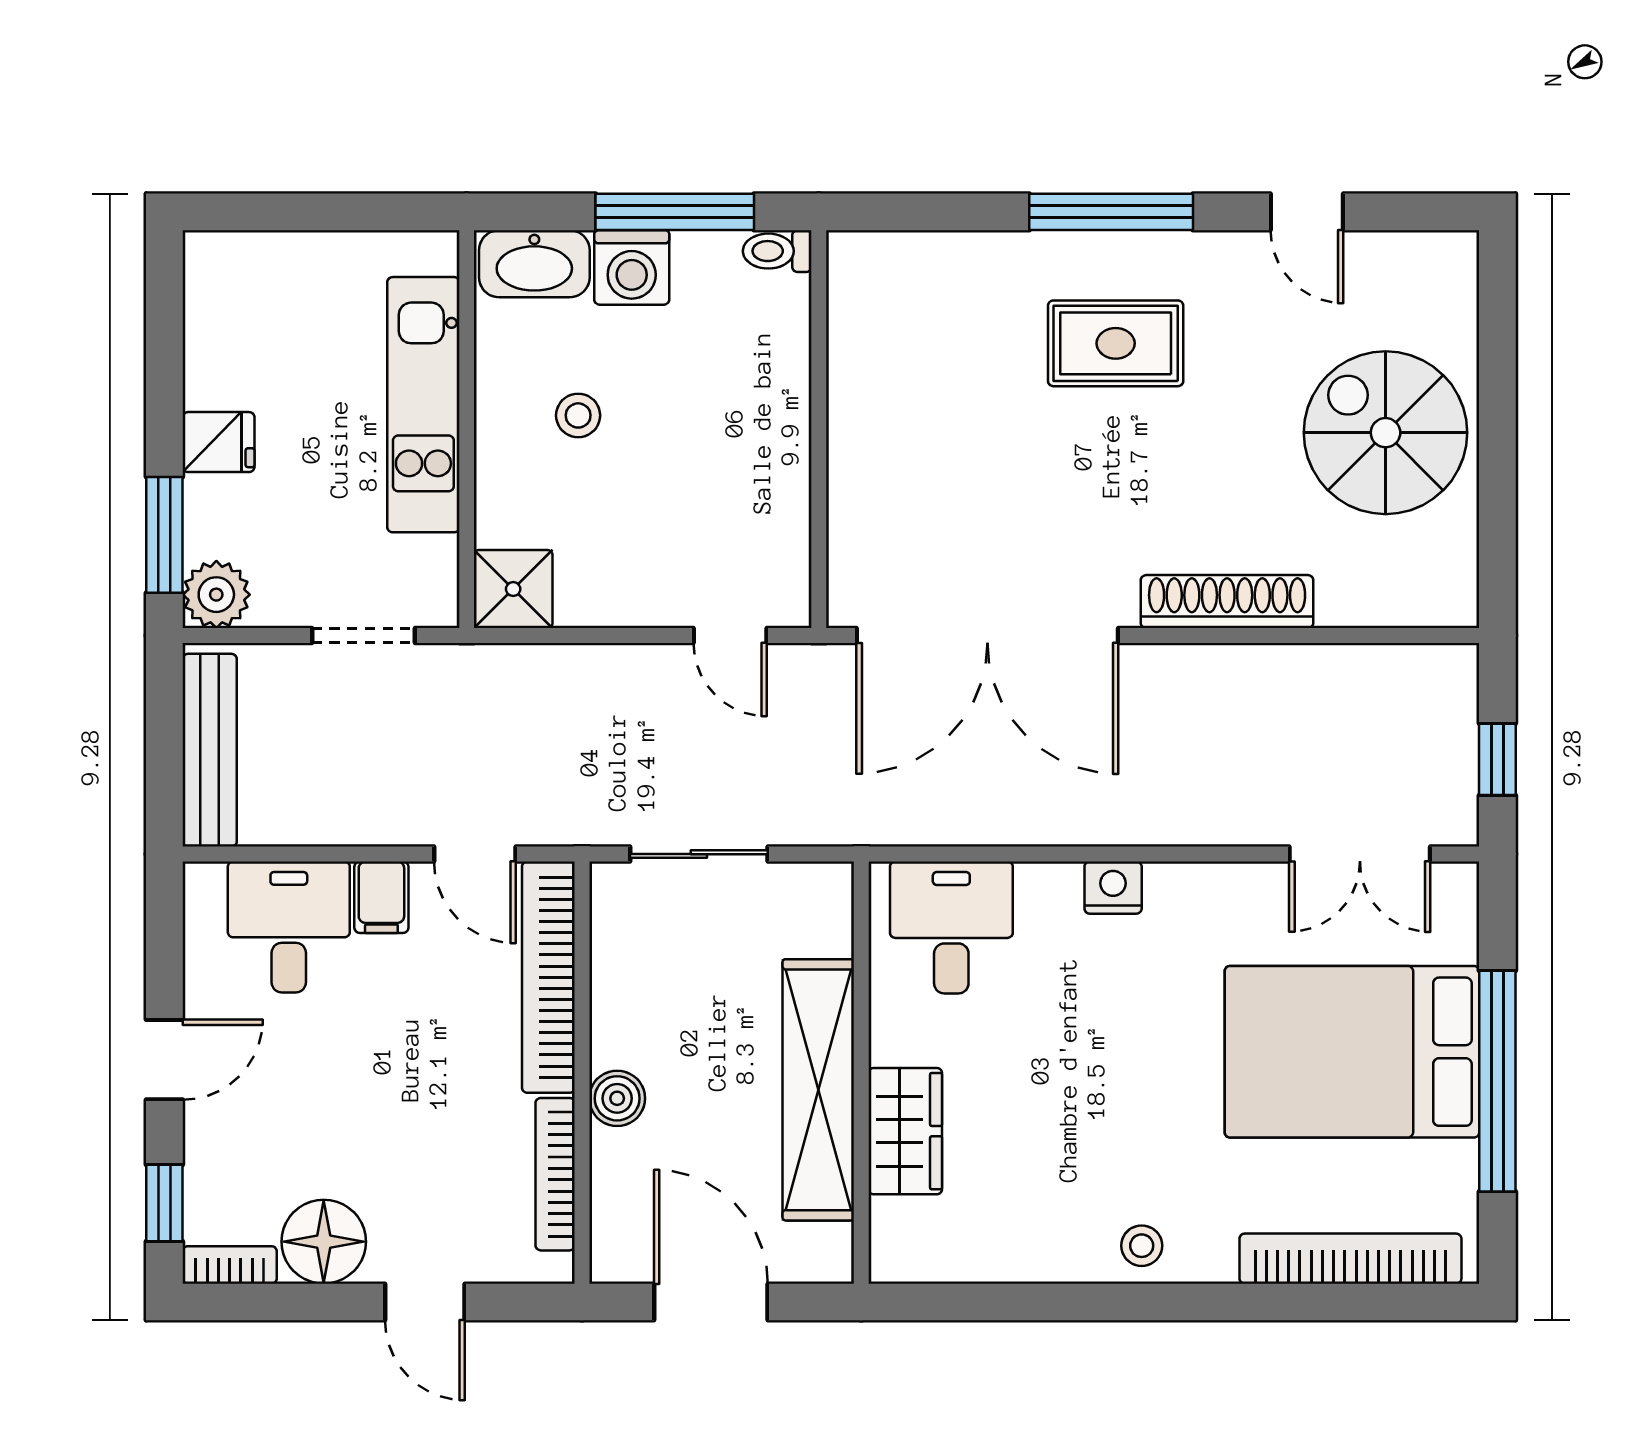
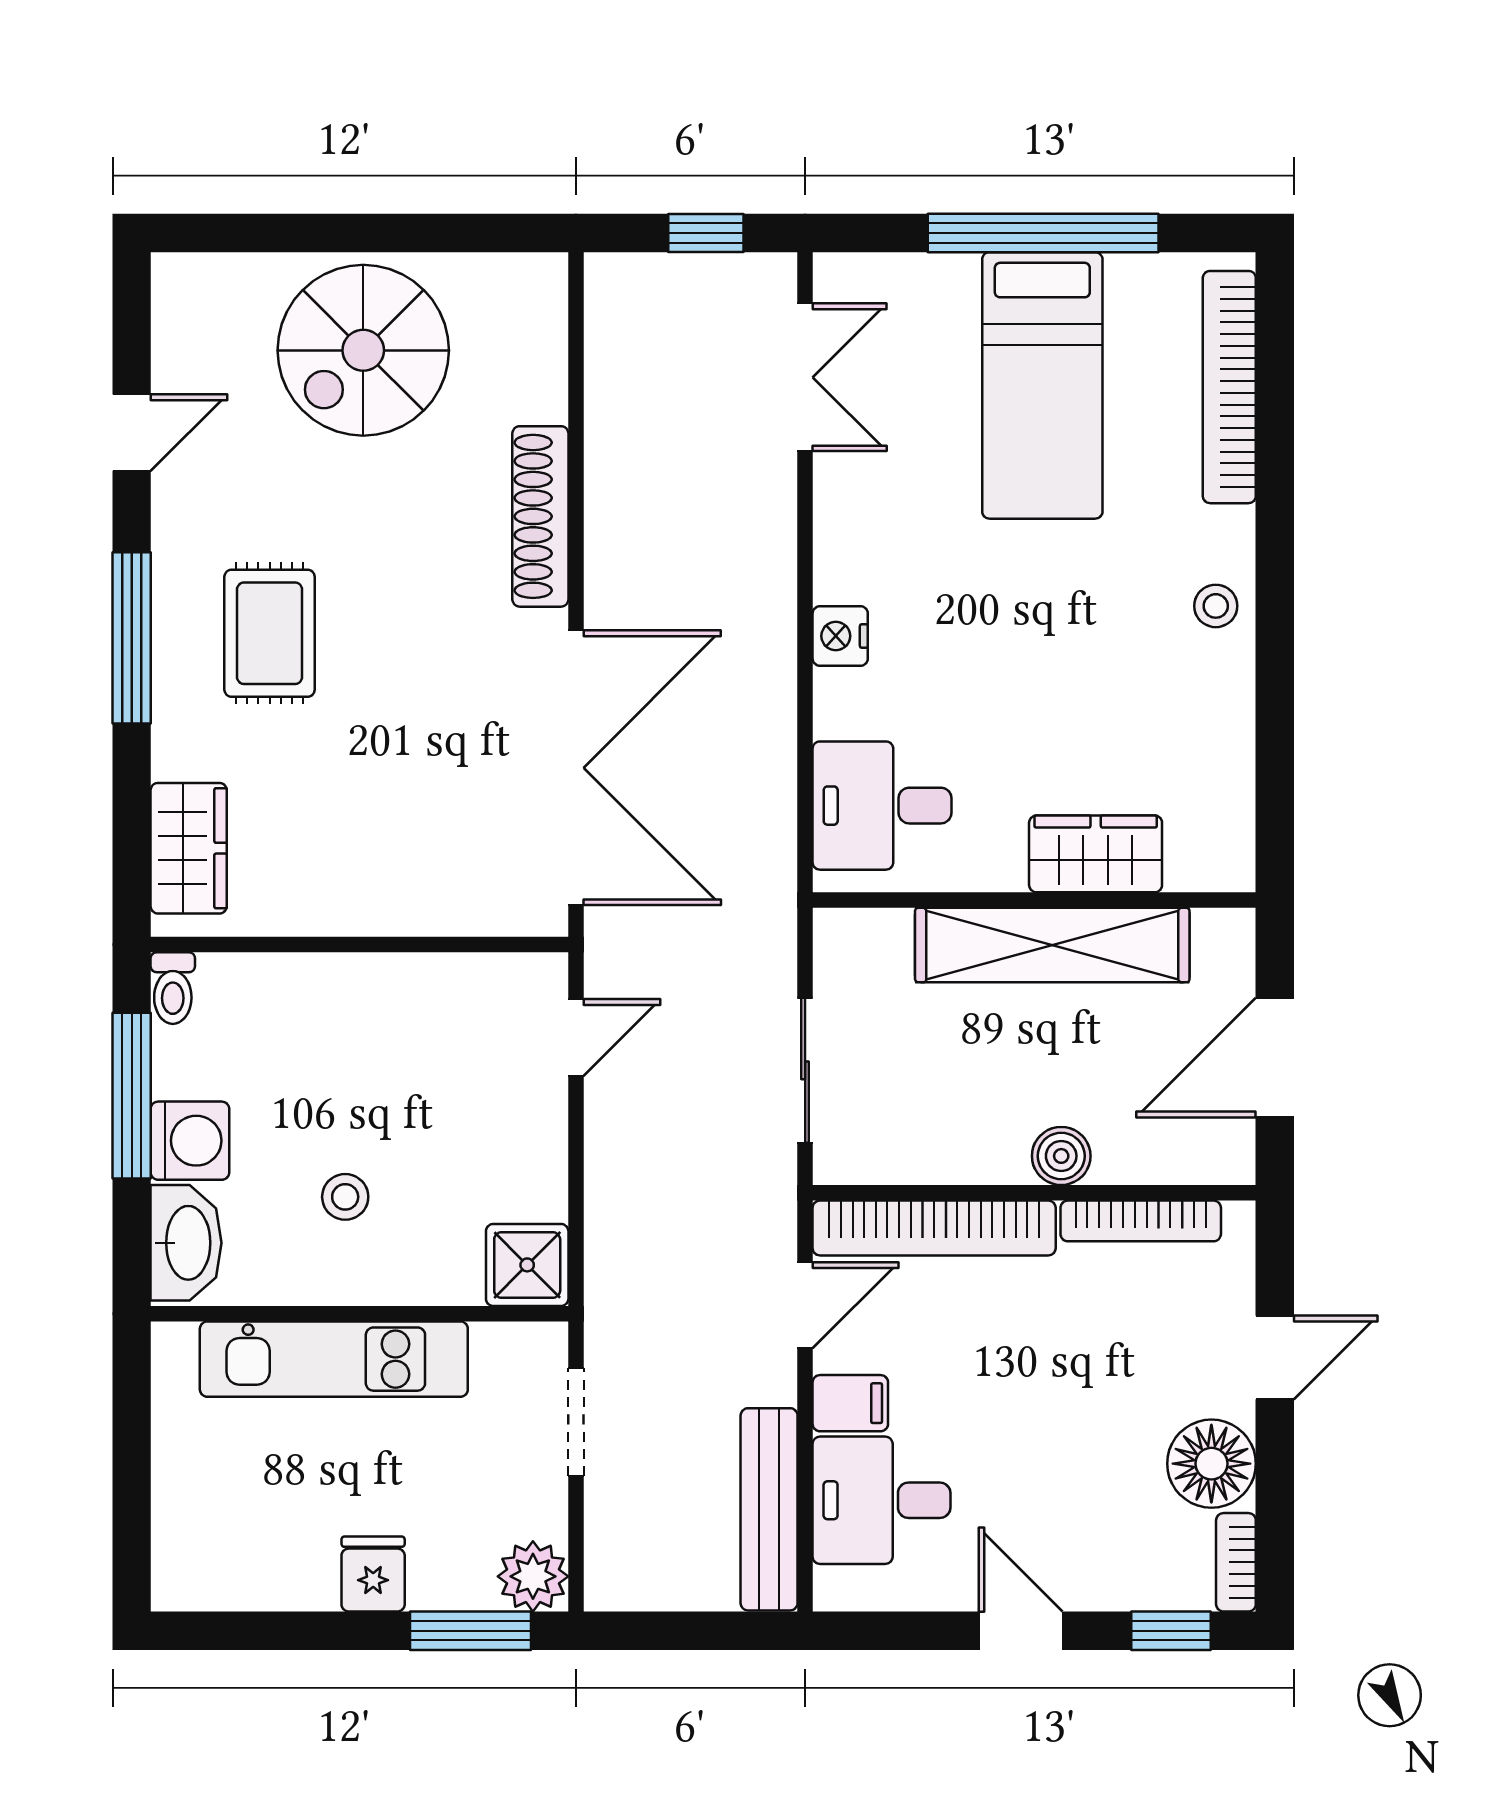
wardrobe: (911, 266) -> (189, 848), added
bench: (210, 750) -> (769, 1509), moved, turned 90
bed: (1352, 1052) -> (1042, 385), width x0.67

